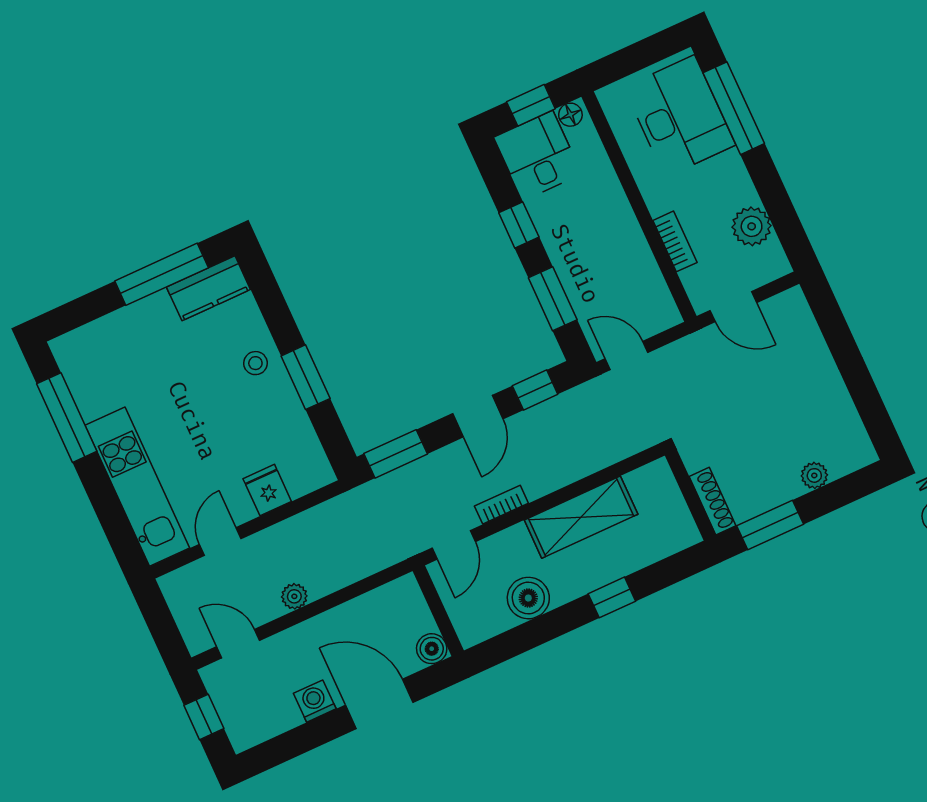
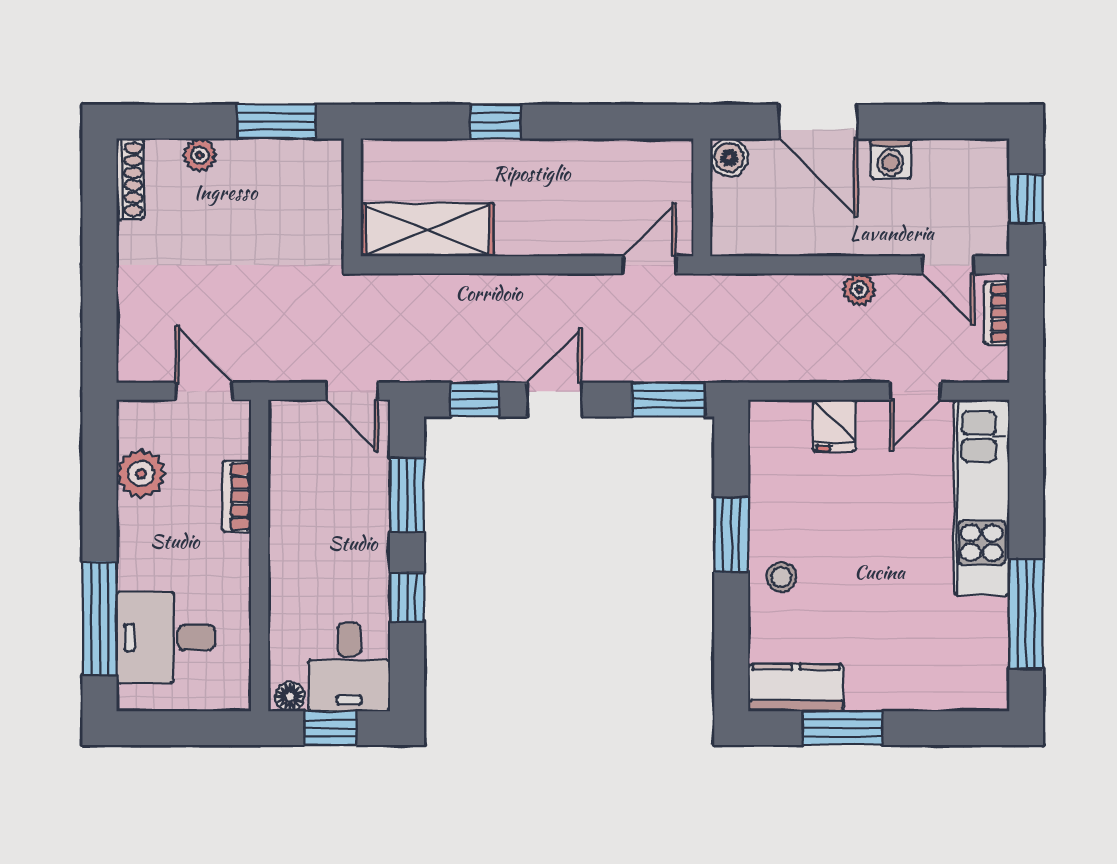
desk: (680, 116) -> (166, 638), width x0.73
window: (162, 274) -> (842, 728), width x0.69
shoe rack: (713, 501) -> (130, 179), moved, turned 180
bookcase: (501, 505) -> (997, 313), moved, turned 90
shelving: (581, 517) -> (427, 230), moved
boiler: (528, 598) -> (592, 165), removed

